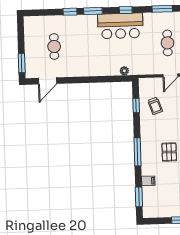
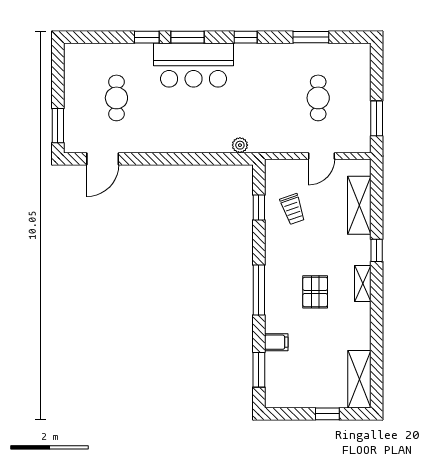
bar counter: (120, 26) -> (194, 65), moved

